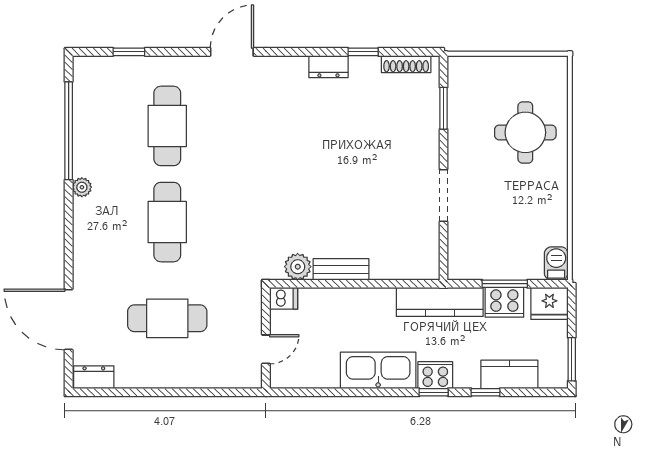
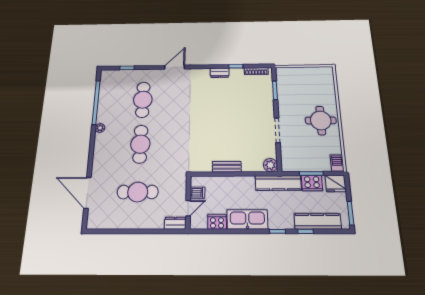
round table: (525, 132) -> (321, 120), moved
plant: (298, 267) -> (270, 165), moved
dishwasher: (284, 298) -> (197, 193), moved
kitchen counter: (509, 374) -> (318, 221), width x1.50
cooker: (435, 375) -> (217, 222), moved
dresser: (94, 377) -> (175, 223), moved

